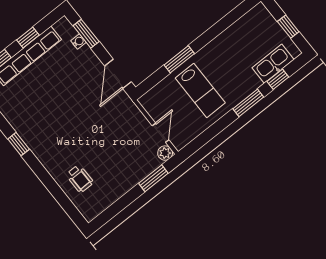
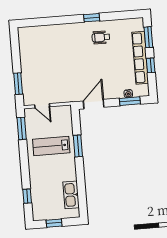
kitchen sink: (273, 64) -> (71, 195), moved, turned 180
door: (118, 74) -> (94, 104), hinge flipped
window: (248, 103) -> (22, 128), moved
plant: (165, 153) -> (28, 100), removed
wheelchair: (80, 179) -> (101, 37), moved

